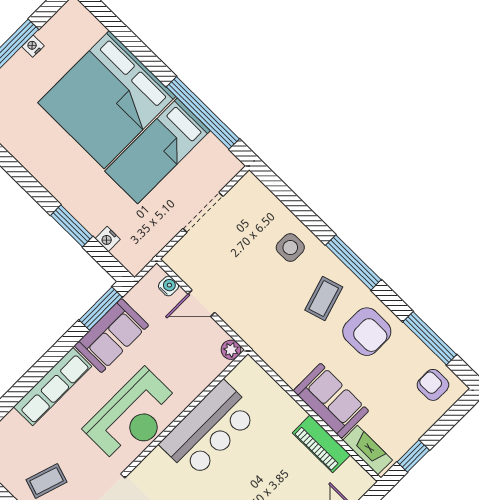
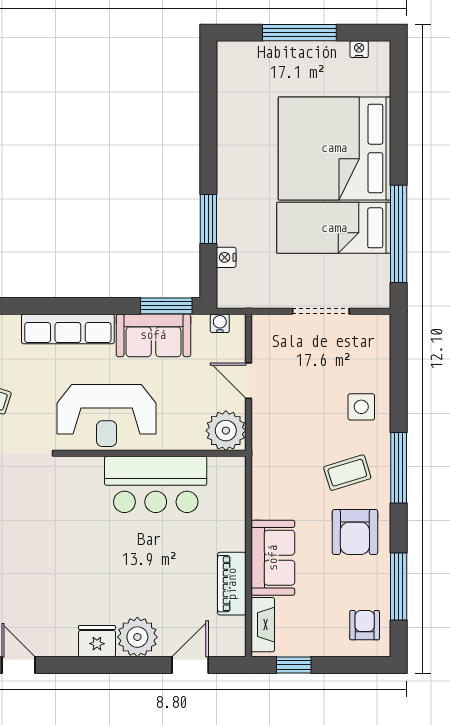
nightstand: (33, 46) -> (359, 49), moved
water cooler: (168, 286) -> (220, 323), moved, turned -90
plant: (231, 350) -> (226, 431), width x1.88, depth x1.88

